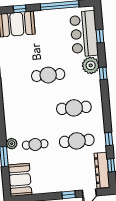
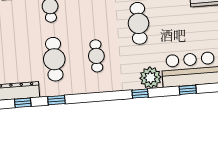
cafe table: (74, 108) -> (96, 56), width x0.73, depth x0.74

